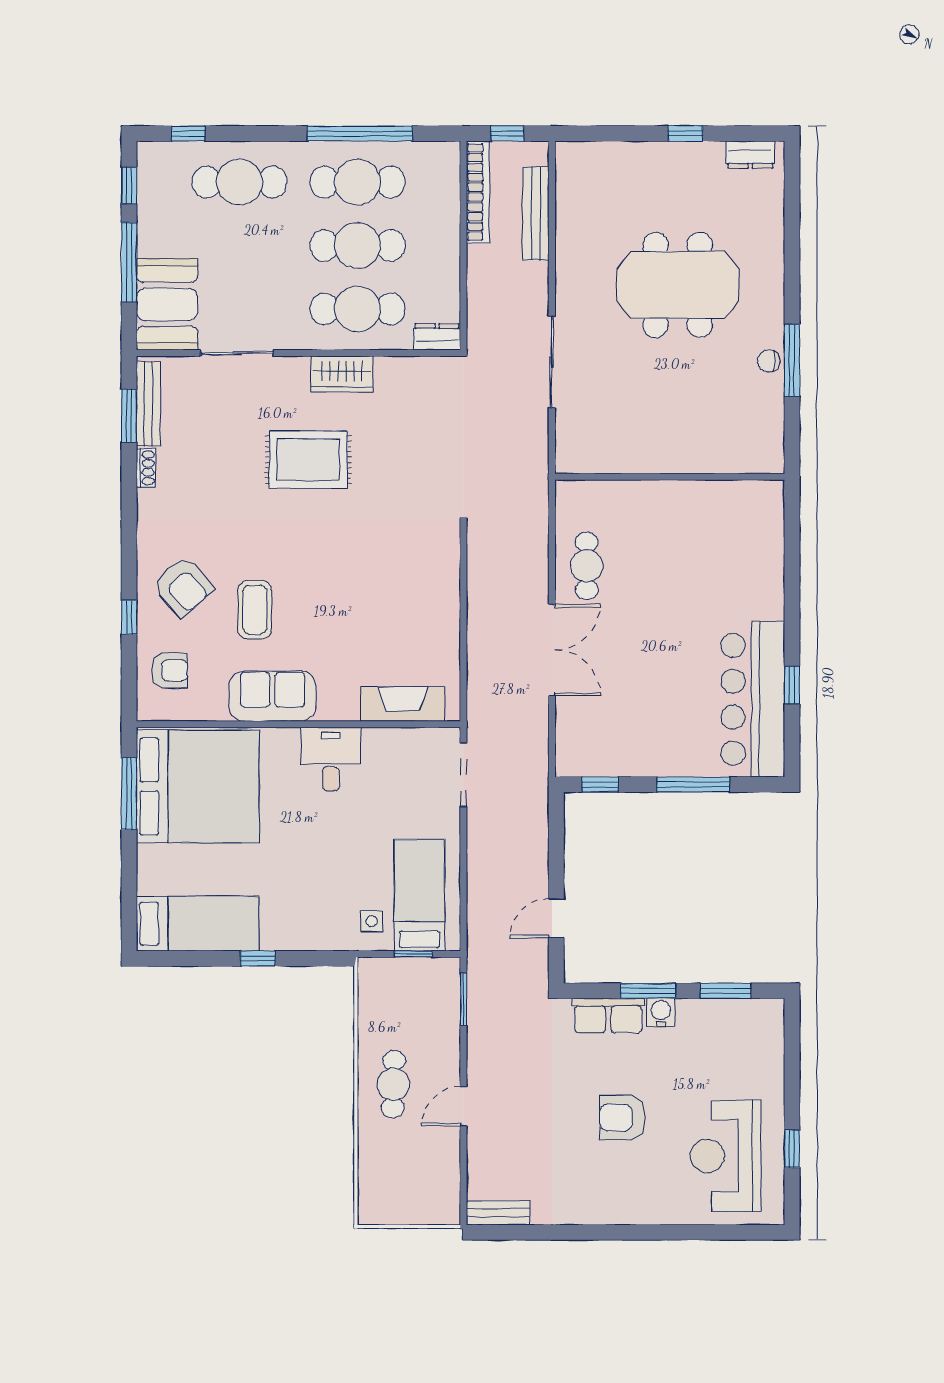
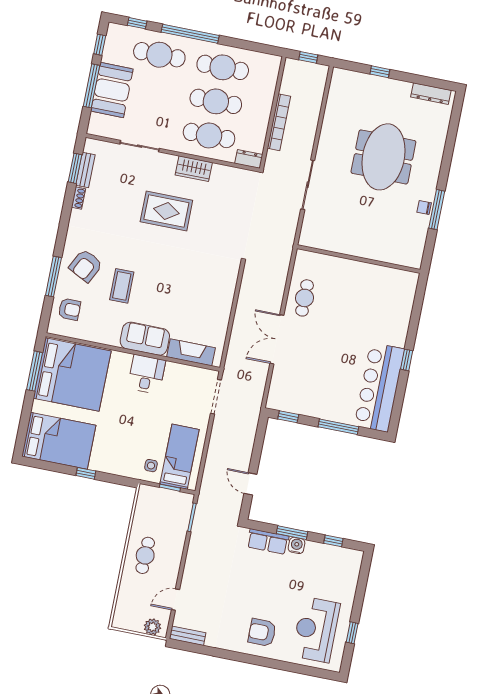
window: (360, 134) -> (190, 34), moved
window: (685, 134) -> (380, 72), moved
dresser: (750, 155) -> (431, 94), width x1.44
bookcase: (478, 192) -> (279, 122), moved
bench: (536, 214) -> (315, 103), removed
meeting table: (678, 285) -> (383, 157), turned 90
booth: (167, 304) -> (112, 90), moved
bench: (148, 404) -> (85, 170), width x0.73
armchair: (183, 586) -> (86, 266), turned 68
window: (129, 617) -> (53, 276), width x2.17
double door: (552, 650) -> (277, 339), swing flipped
window: (792, 685) -> (407, 360), moved
sofa: (272, 696) -> (145, 339), moved
door: (556, 918) -> (250, 484), hinge flipped
bed: (198, 924) -> (59, 441), width x1.50
window: (725, 991) -> (333, 541), width x0.67
door: (463, 1106) -> (175, 600), moved
armchair: (622, 1118) -> (262, 632), moved
plant: (432, 1210) -> (152, 627), added

